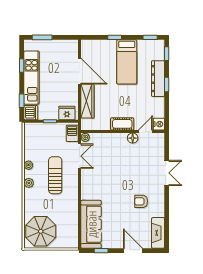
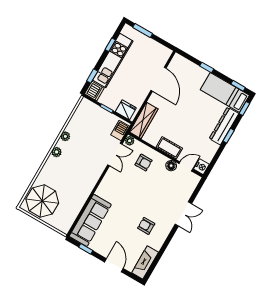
bed: (127, 62) -> (225, 93), moved, turned 90
wardrobe: (87, 101) -> (144, 121), moved
armchair: (108, 149) -> (144, 163), added
sun lounger: (55, 175) -> (84, 159), removed

